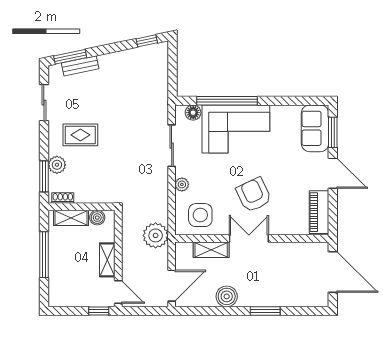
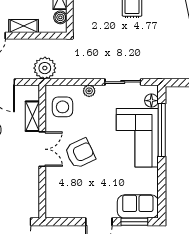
piano: (319, 212) -> (65, 210), removed

